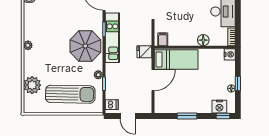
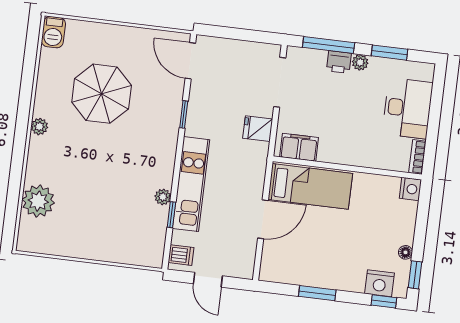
kitchen unit: (112, 38) -> (191, 184), moved
filing cabinet: (163, 39) -> (299, 147), width x2.00
floor lamp: (203, 40) -> (365, 157), removed
parasol: (85, 46) -> (102, 94), moved
fridge: (144, 52) -> (258, 129), moved
window: (238, 83) -> (415, 275), moved
sun lounger: (70, 94) -> (107, 226), removed

